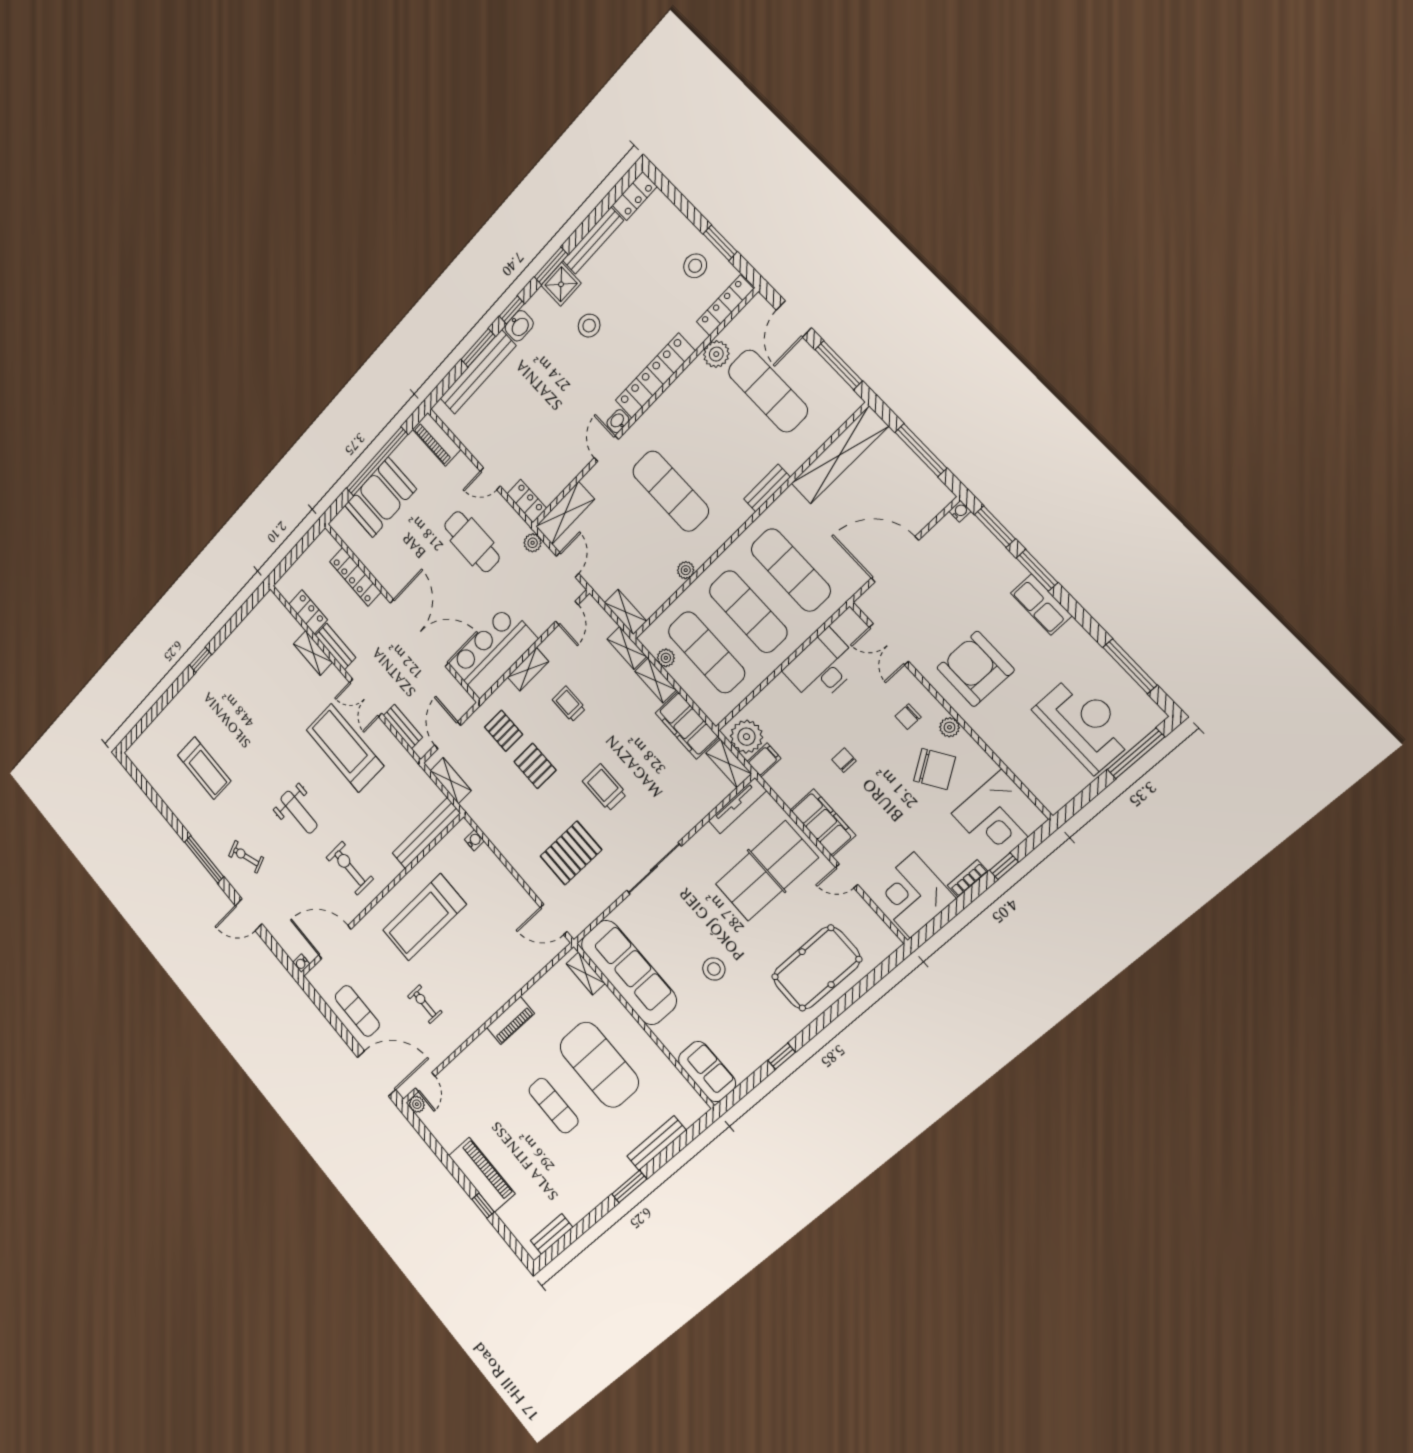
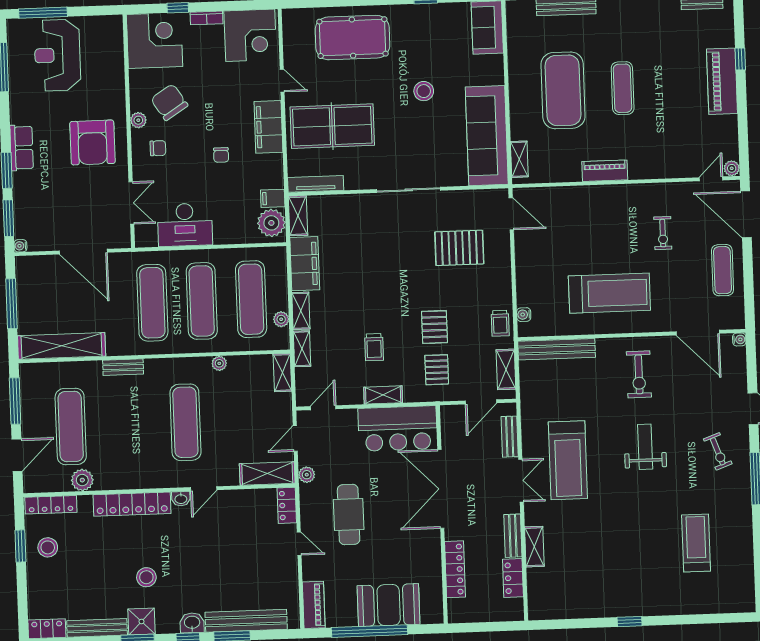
trolley: (605, 788) -> (500, 323), moved, width x0.73, depth x0.72

